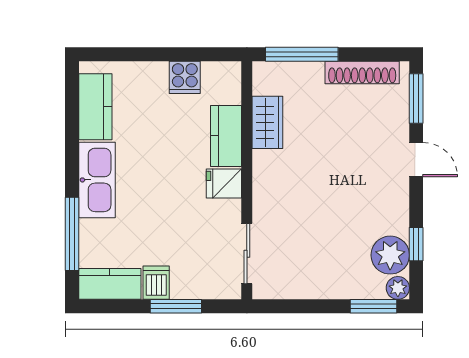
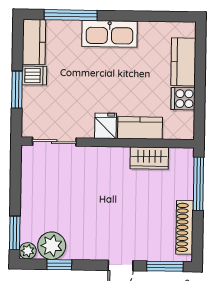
kitchen counter: (95, 107) -> (183, 62), moved, turned 90

